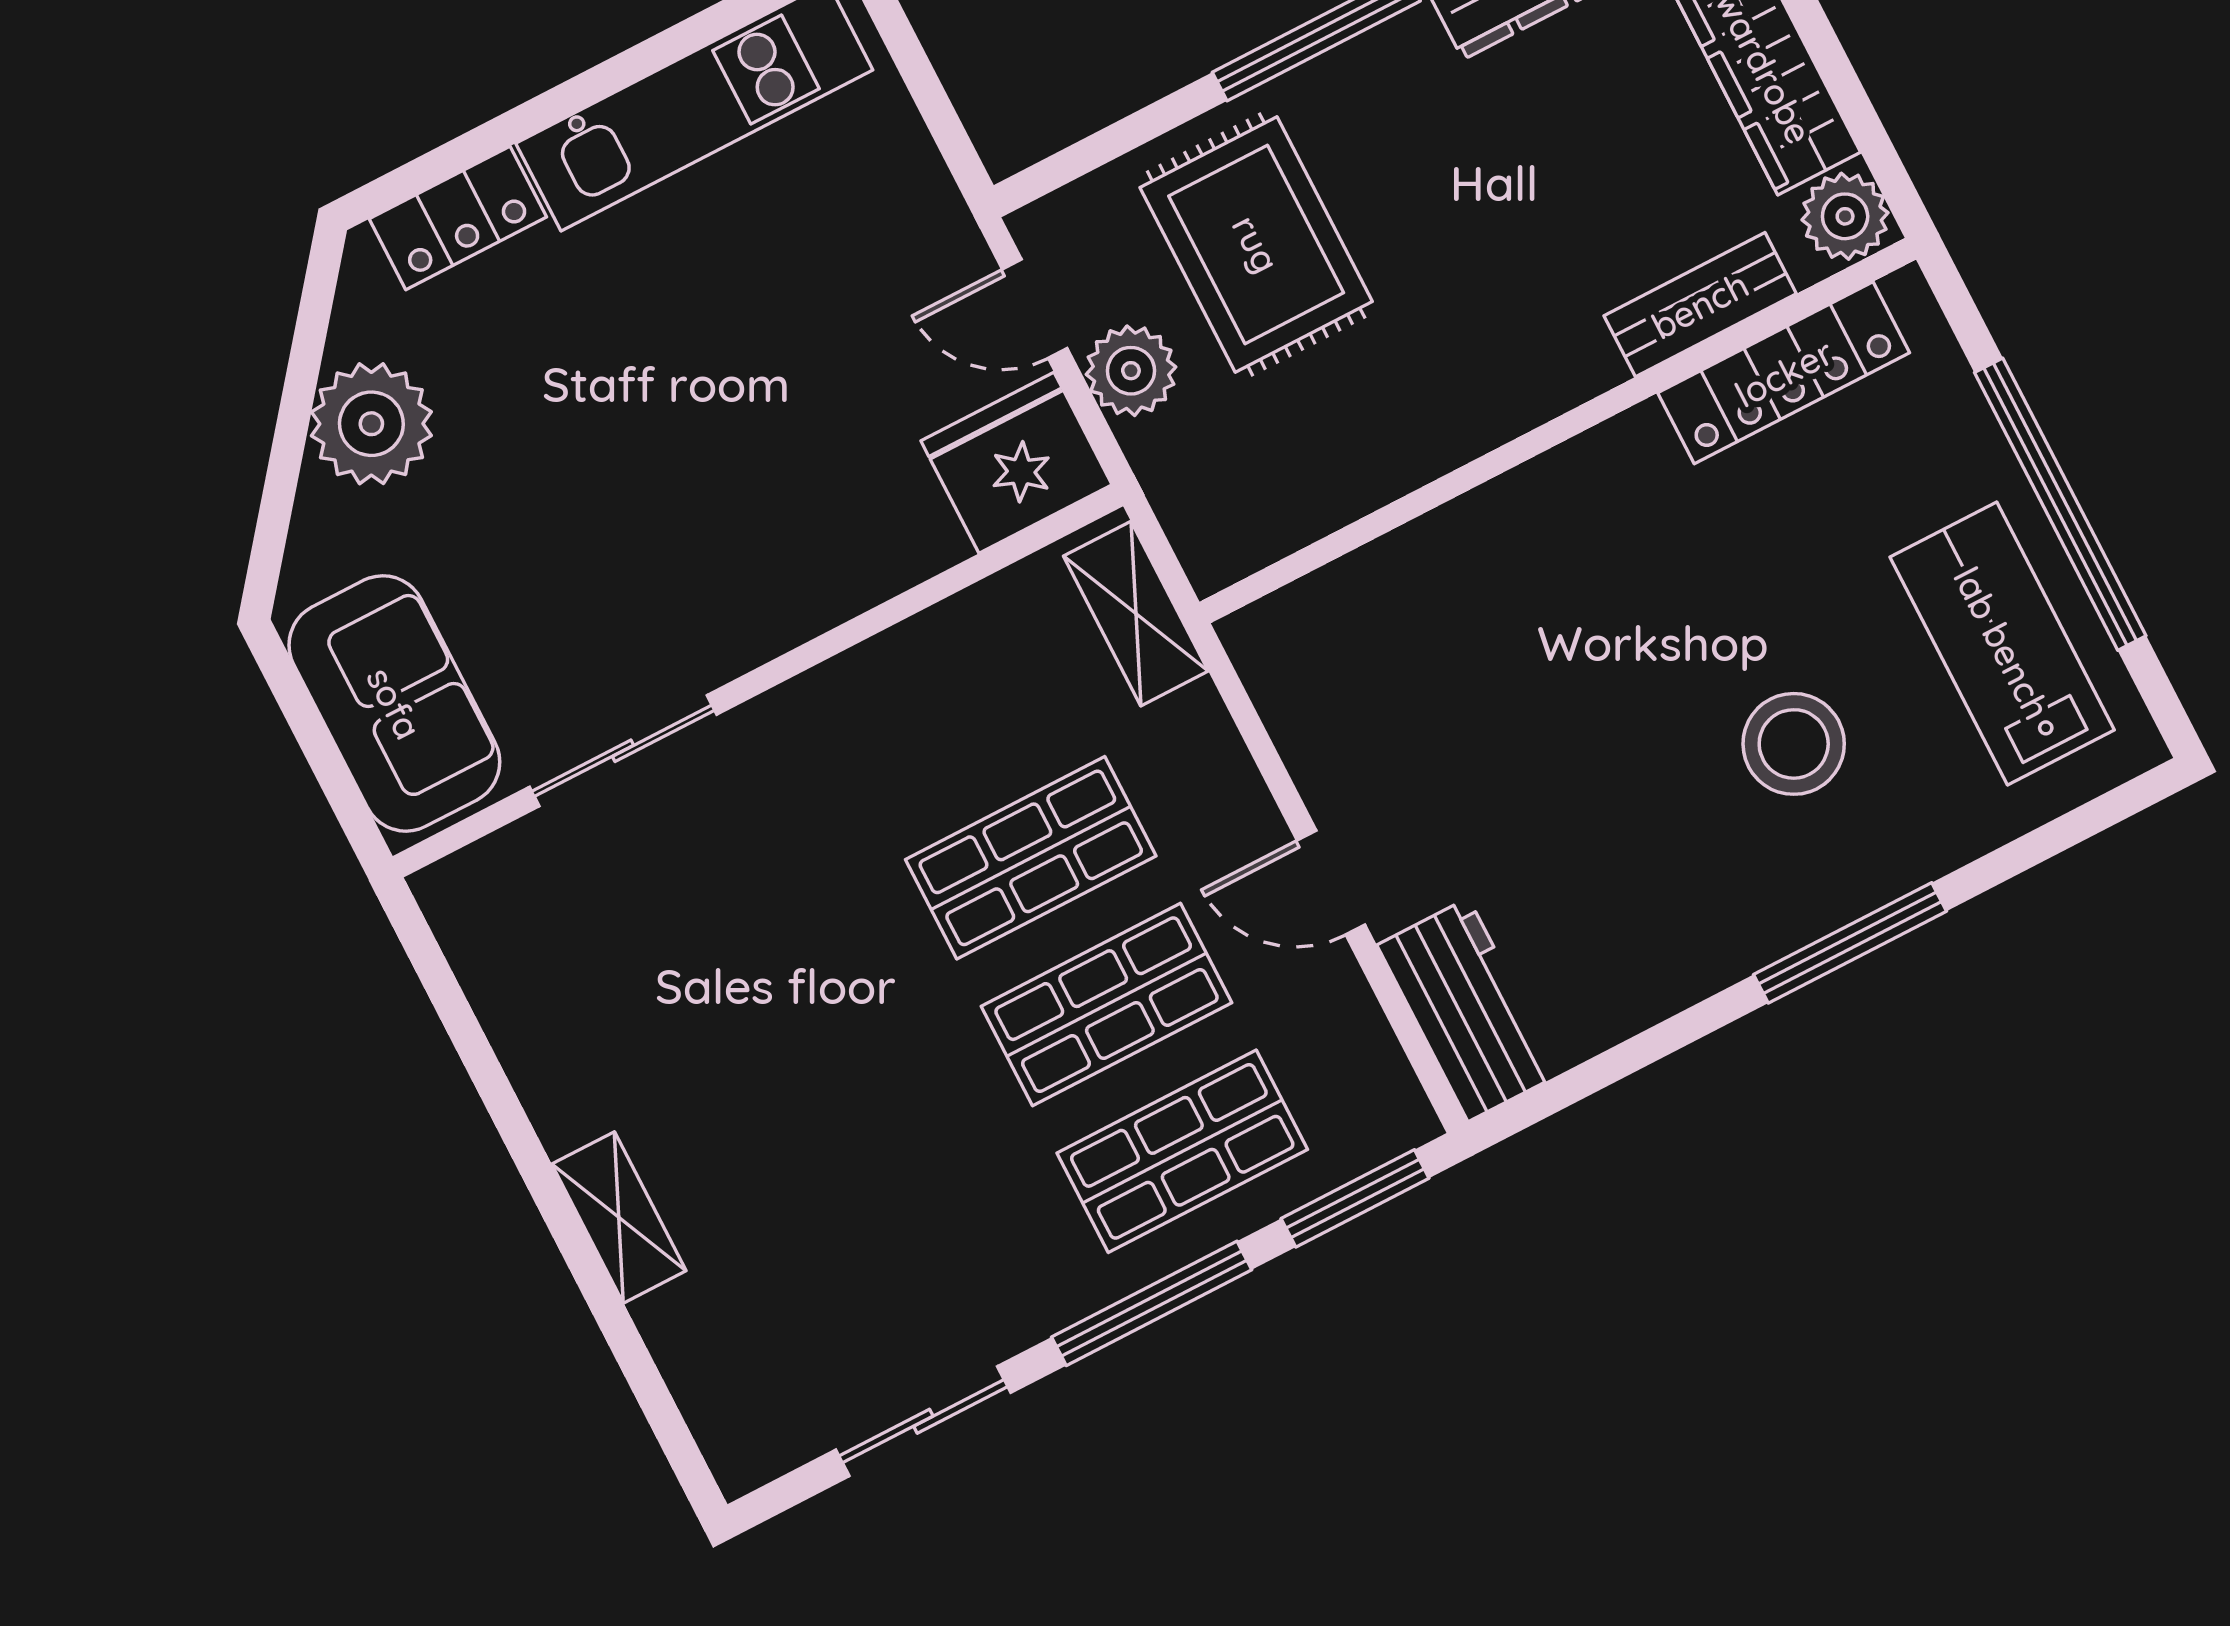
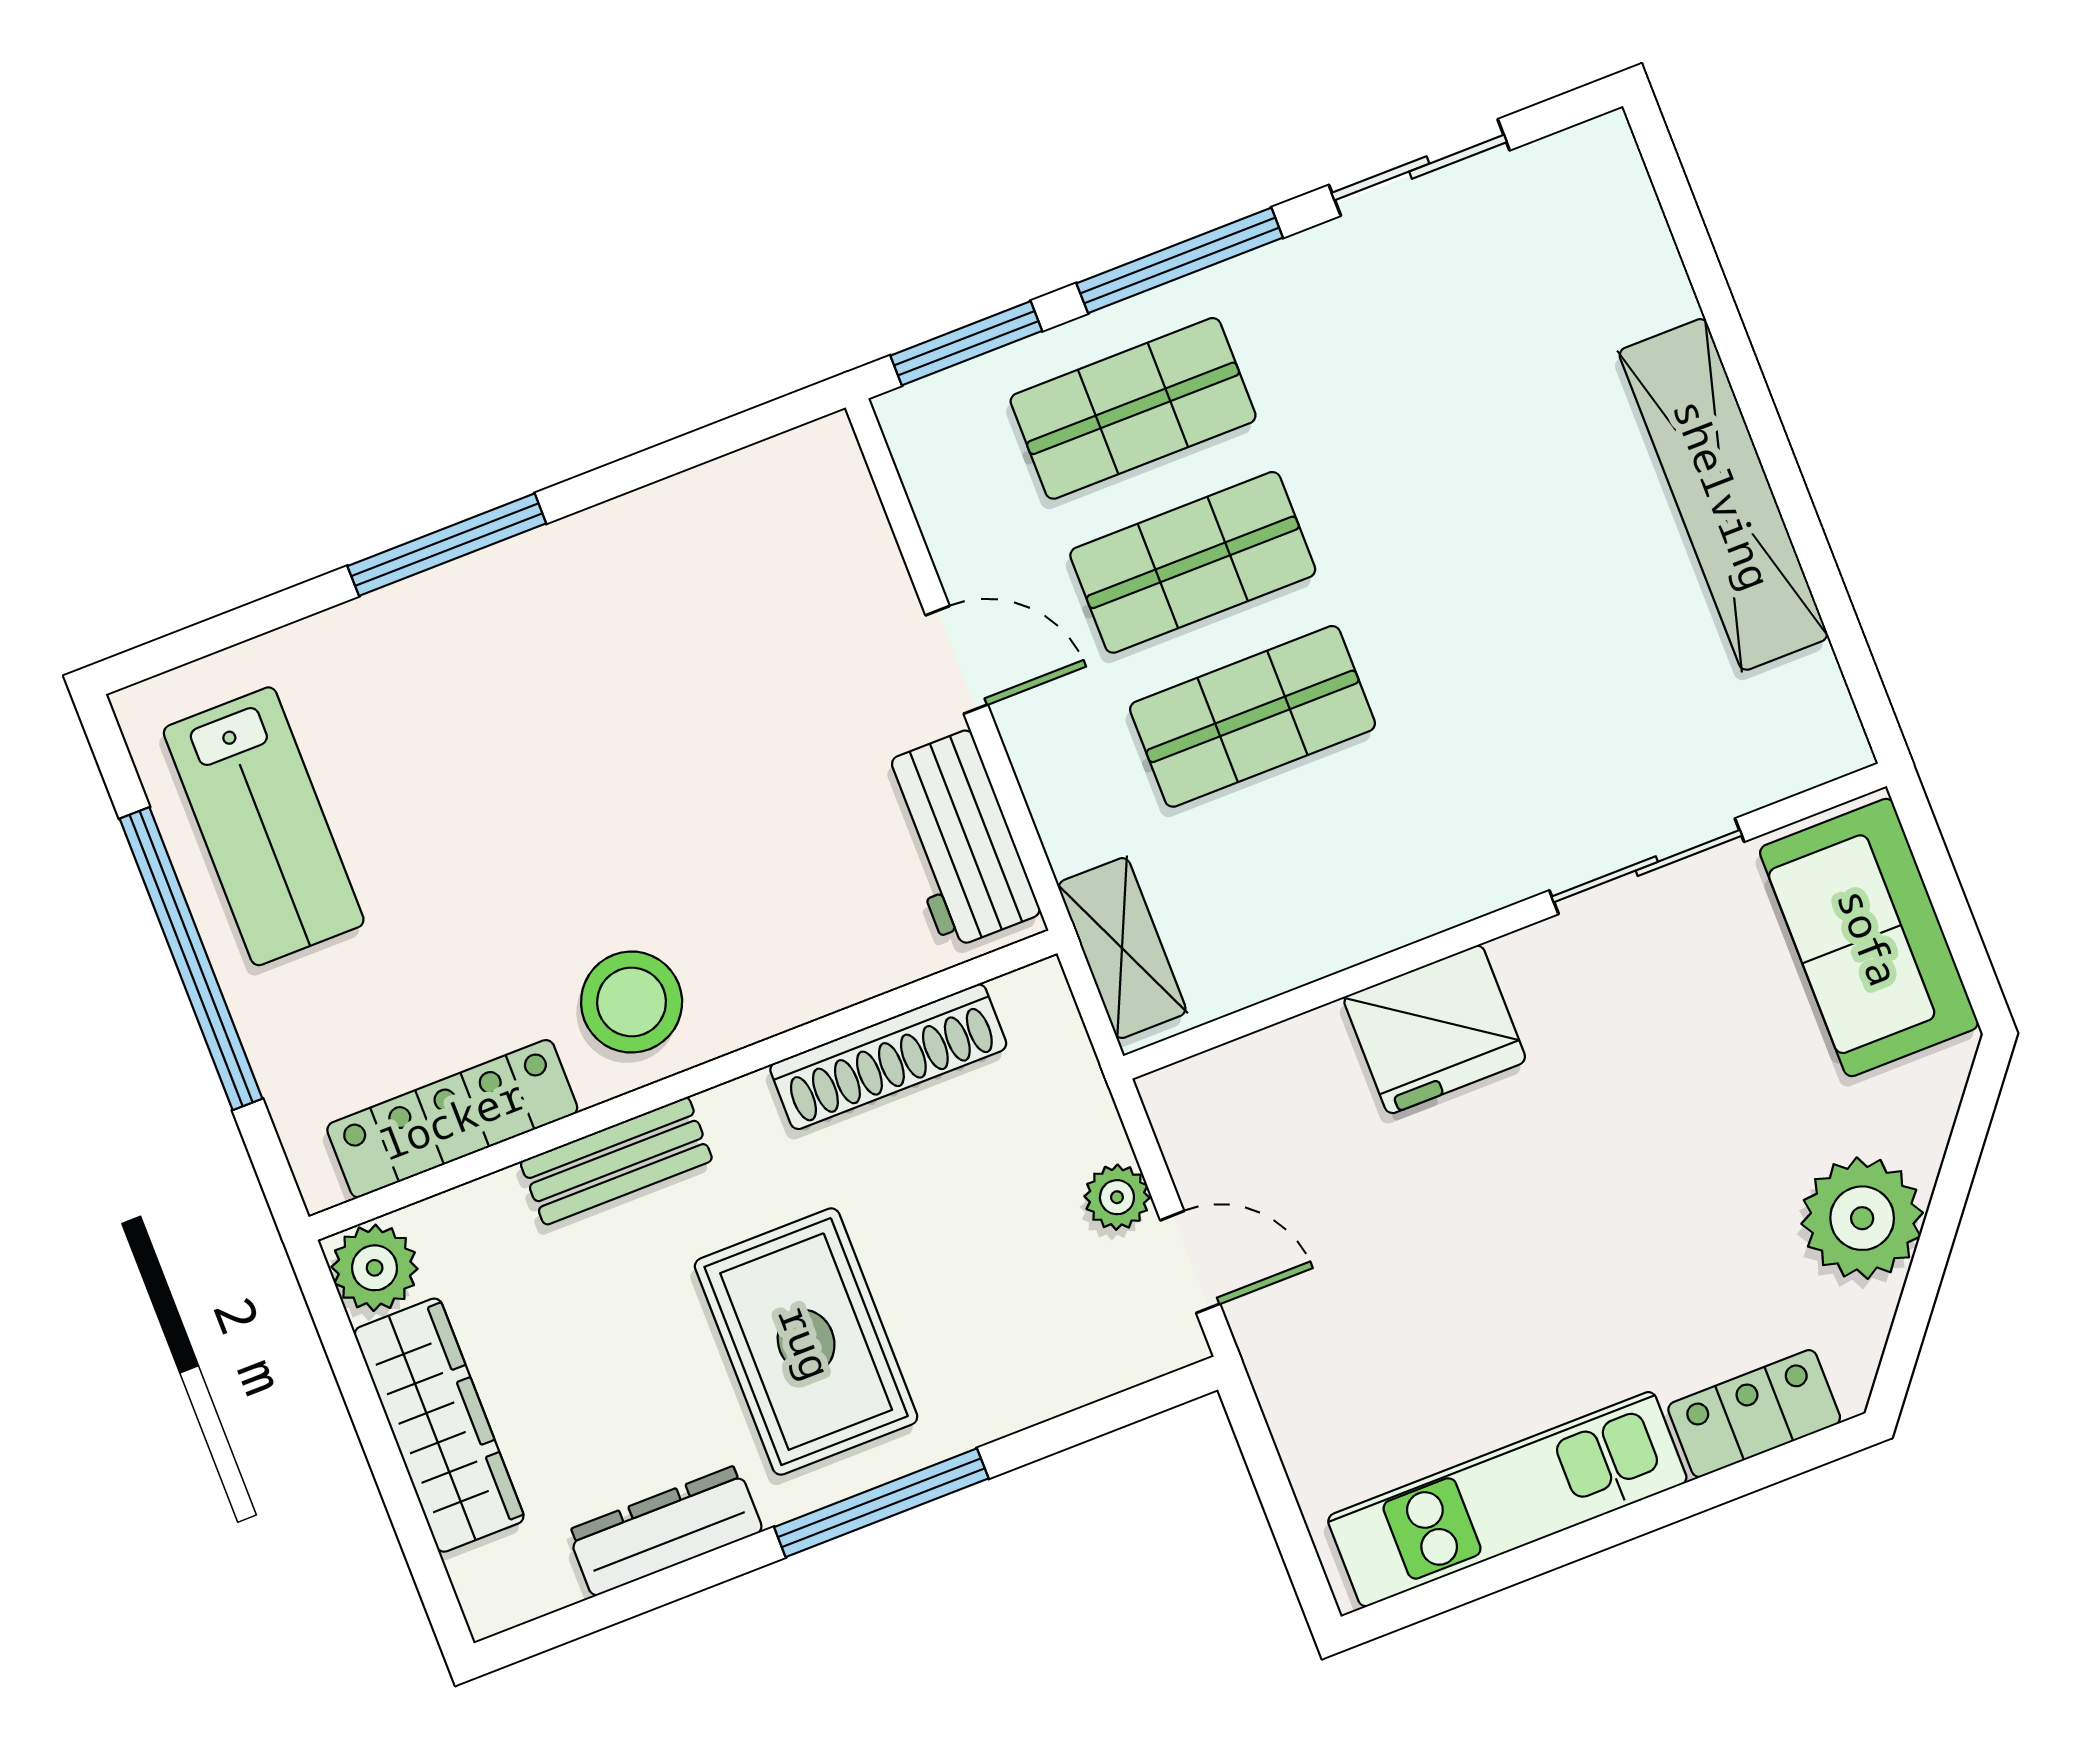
rug: (1256, 244) -> (806, 1342), moved
bench: (1700, 305) -> (616, 1161), moved
plant: (1131, 371) -> (1117, 1197), width x0.73, depth x0.73
fridge: (1016, 463) -> (1435, 1029), moved
shoe rack: (1357, 481) -> (888, 1057), added
stool: (1794, 744) -> (632, 1002), moved
workbench: (1468, 1010) -> (958, 840), moved
shelving: (619, 1217) -> (1723, 494), width x2.20, depth x1.33

